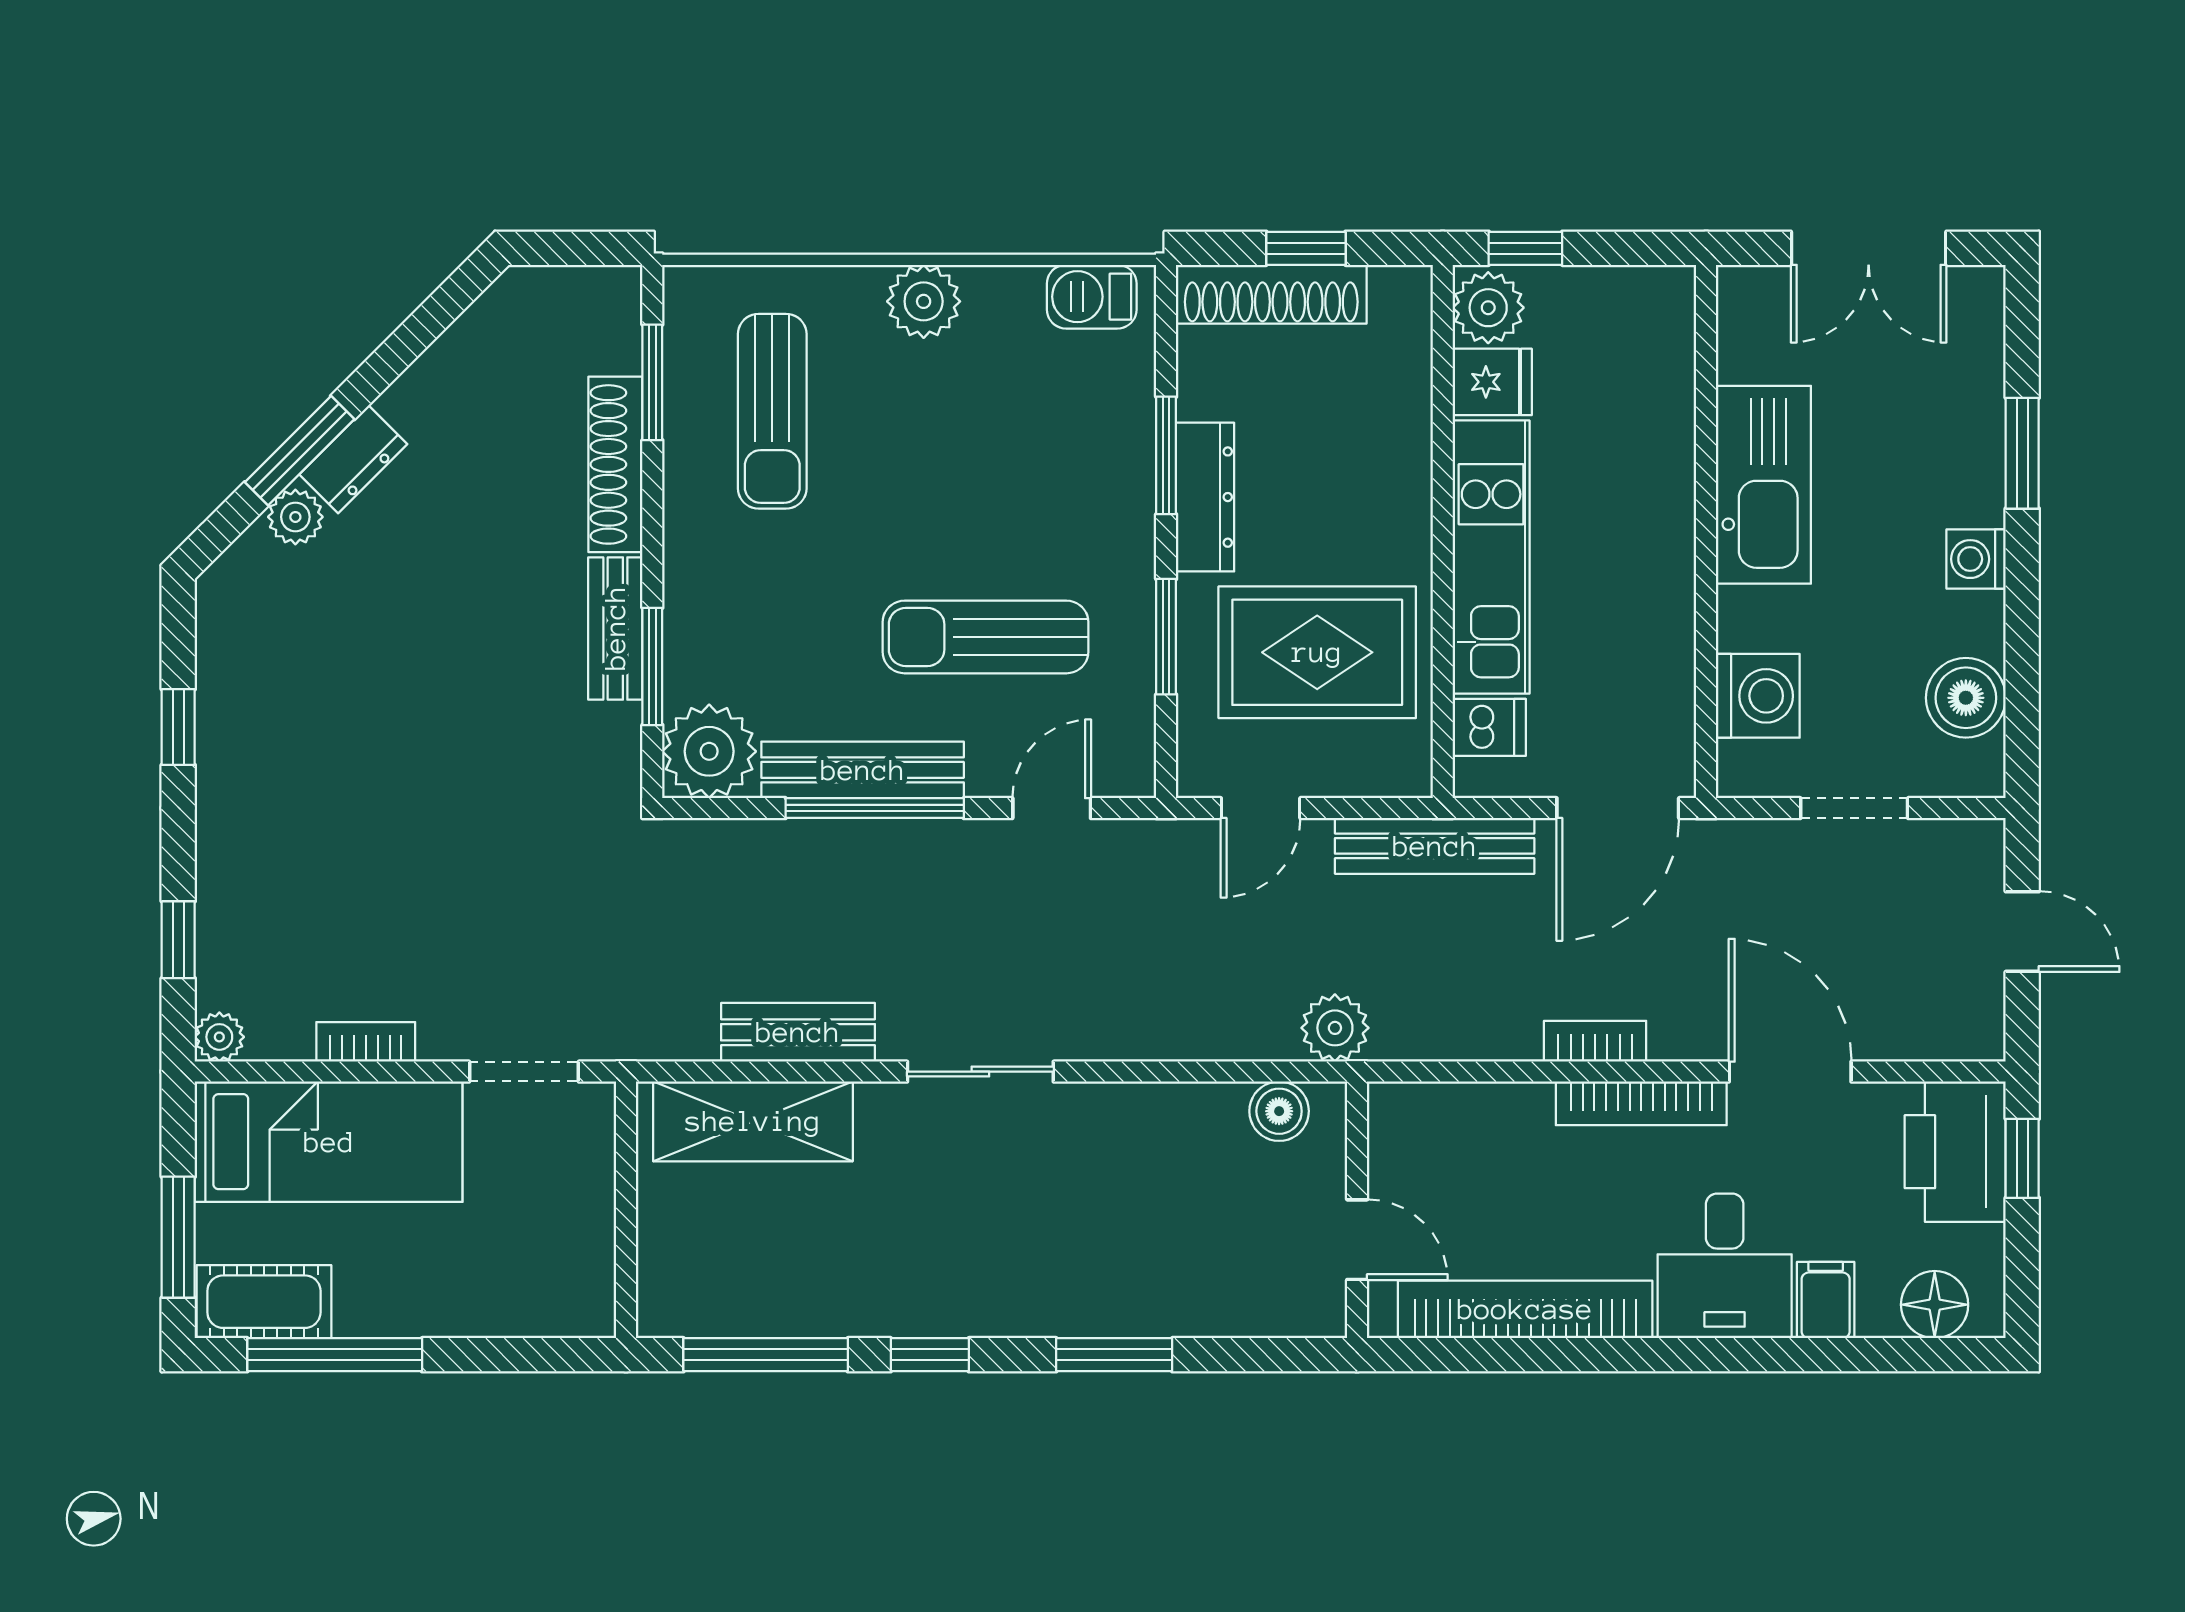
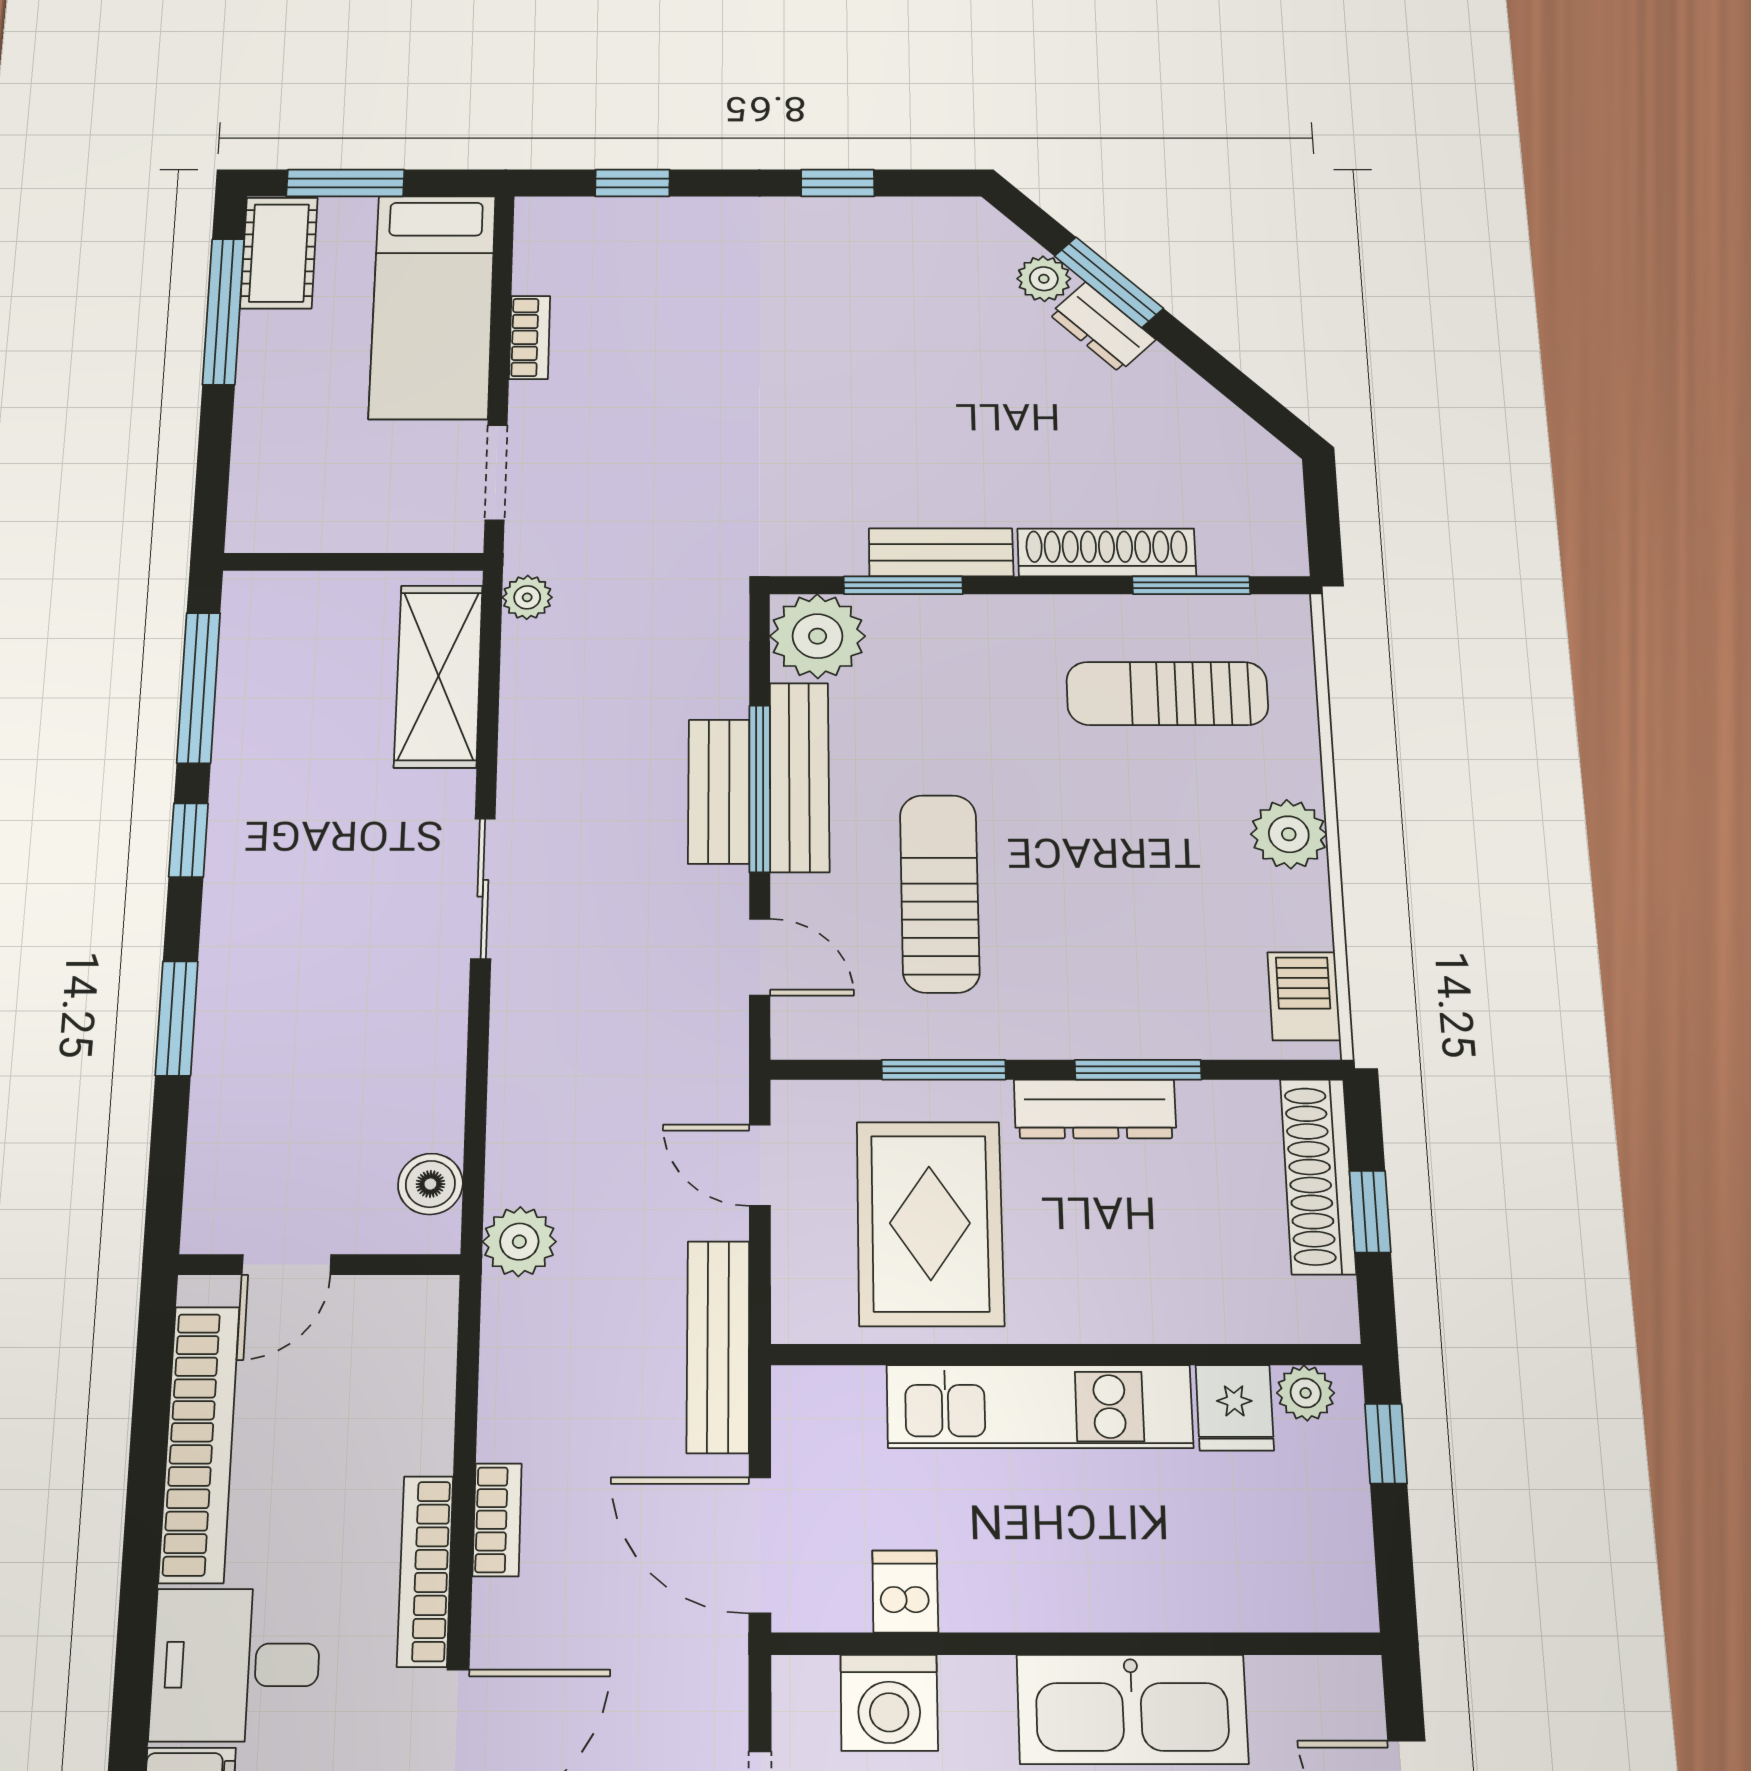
plant: (1488, 308) -> (1306, 1393), width x0.73, depth x0.73
dishwasher: (1489, 727) -> (905, 1591), moved, turned 180
bench: (798, 1032) -> (719, 791), moved
plant: (219, 1037) -> (527, 597), moved

